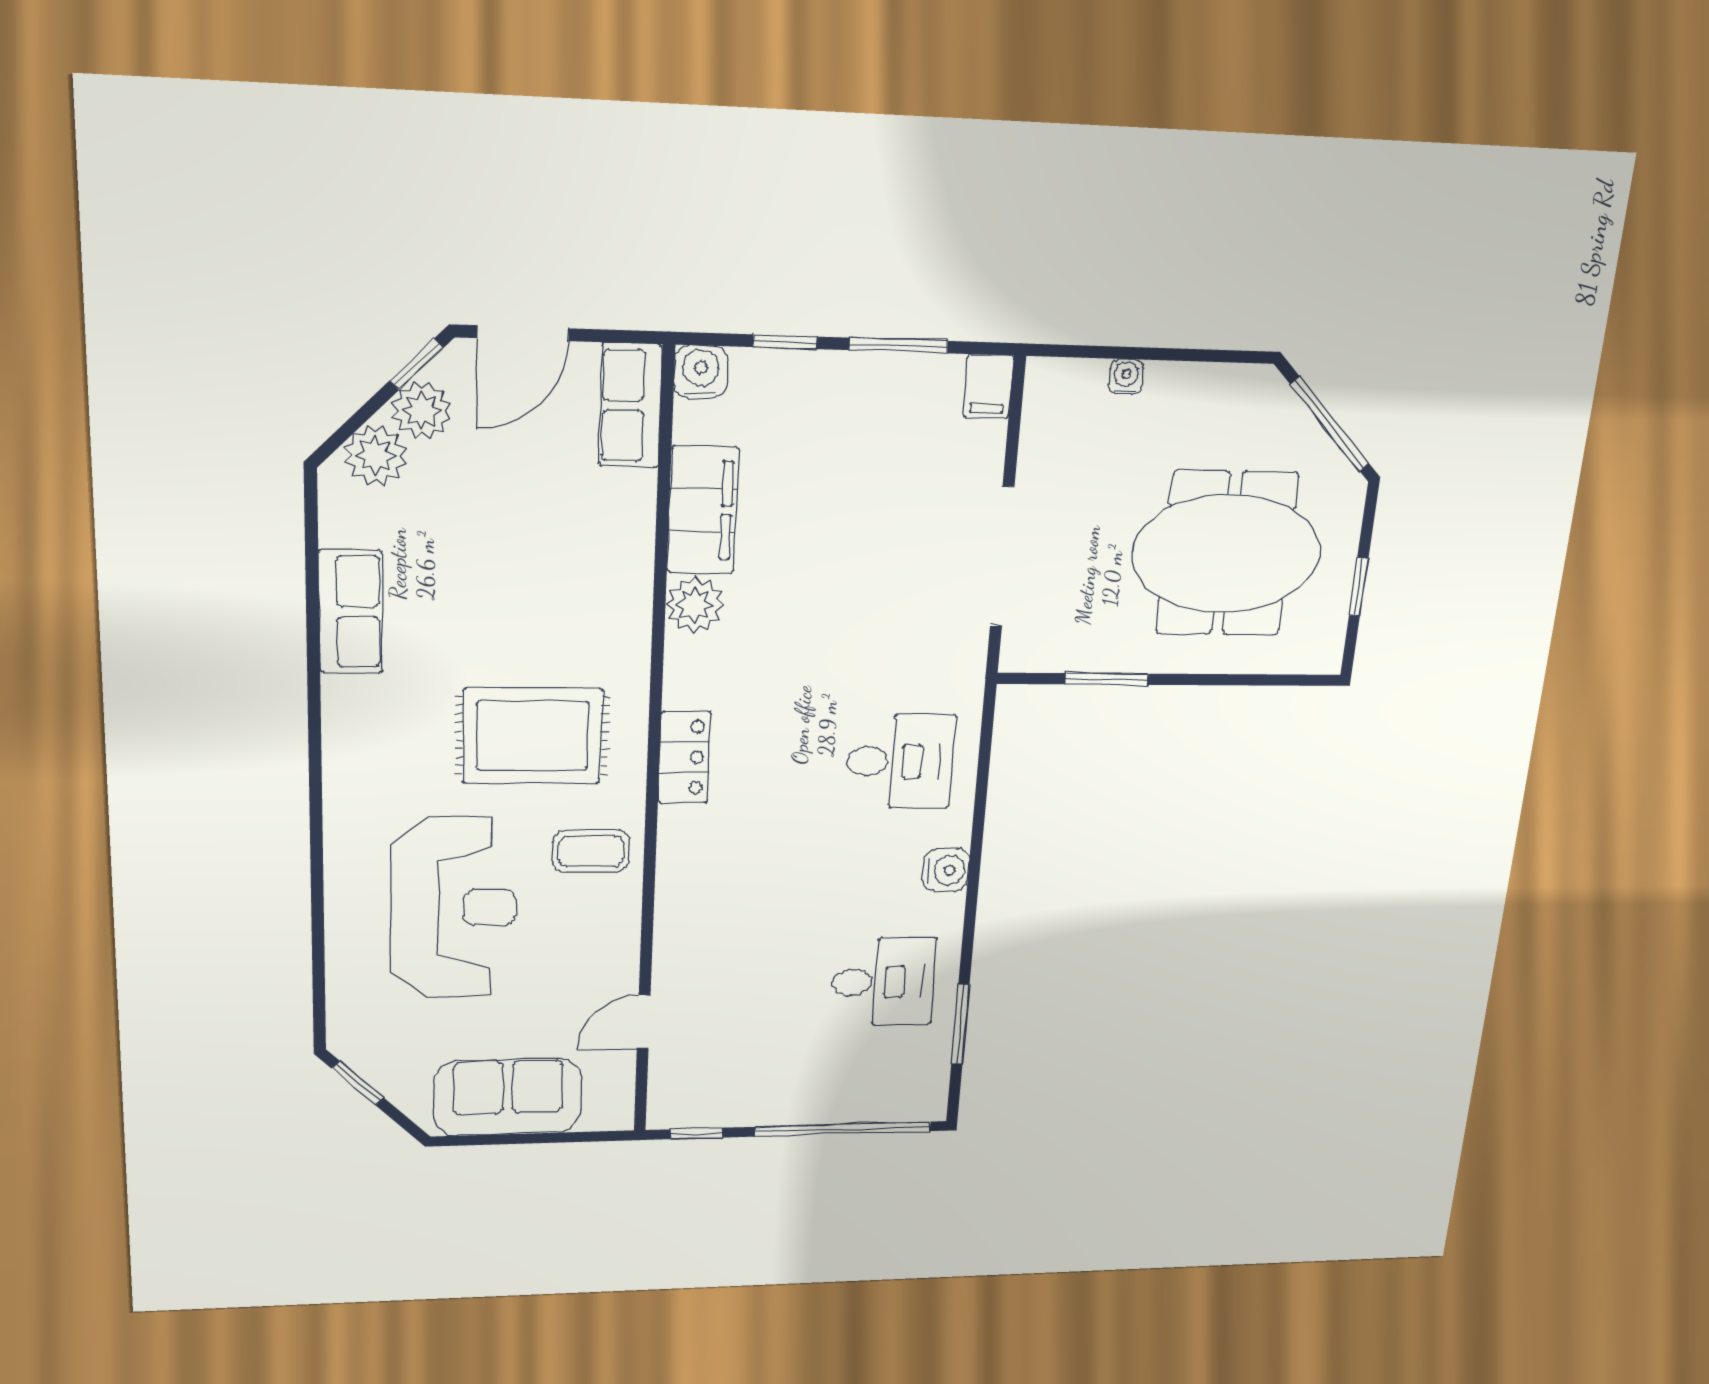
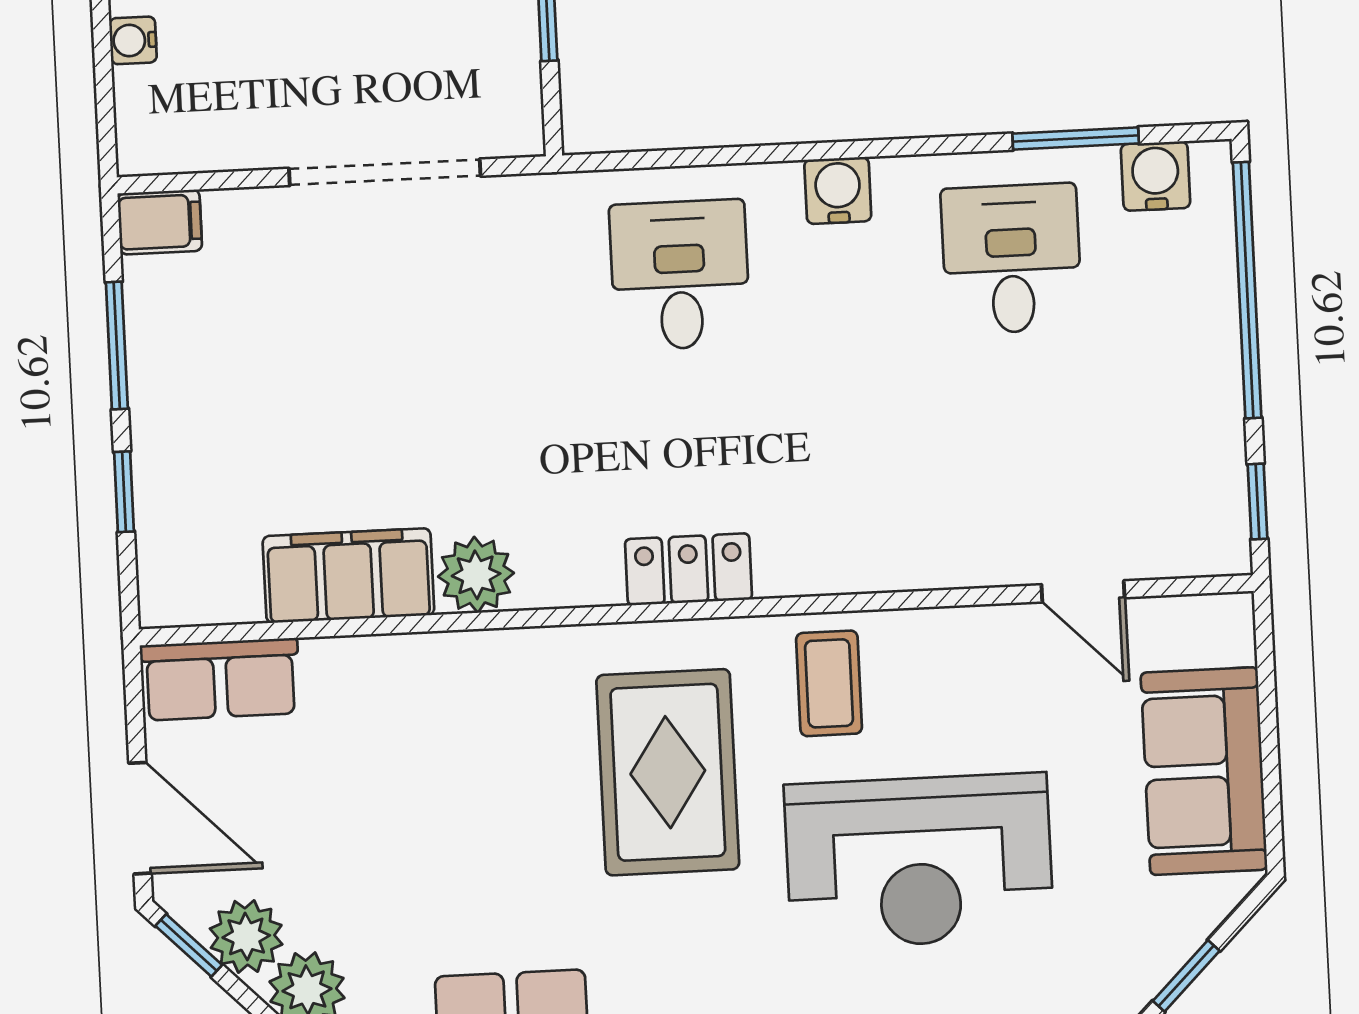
water cooler: (701, 372) -> (1155, 176), moved, turned 90
reception desk: (453, 908) -> (919, 861), turned 180

